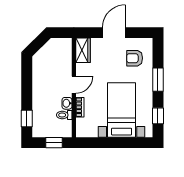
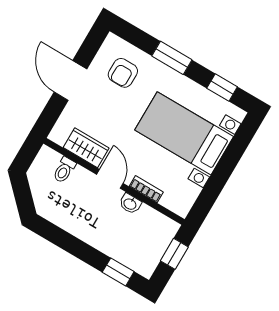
wardrobe: (83, 50) -> (86, 148), moved
toilet: (64, 115) -> (64, 170), moved

